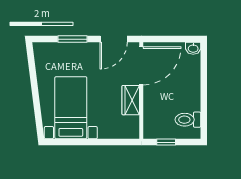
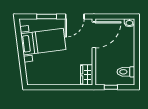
wardrobe: (131, 100) -> (87, 75), moved
bed with nightstands: (71, 108) -> (43, 42), moved, turned 83

